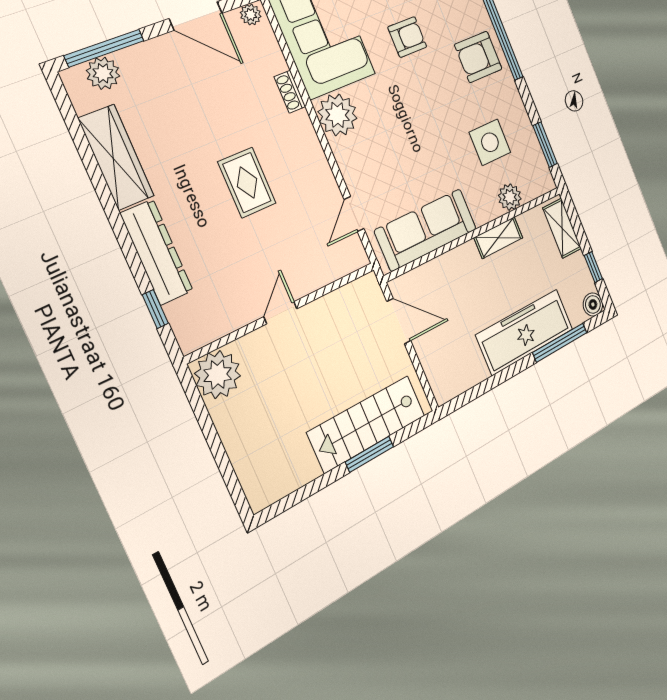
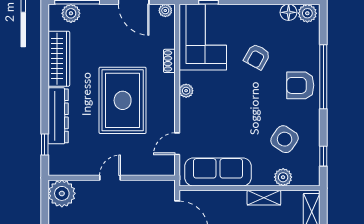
armchair: (407, 37) -> (257, 57), turned 119
plant: (338, 115) -> (186, 91), width x0.53, depth x0.53
side table: (490, 142) -> (285, 139), turned 34
window: (545, 145) -> (323, 156), width x0.67
rug: (247, 183) -> (123, 100), width x1.86, depth x2.06

